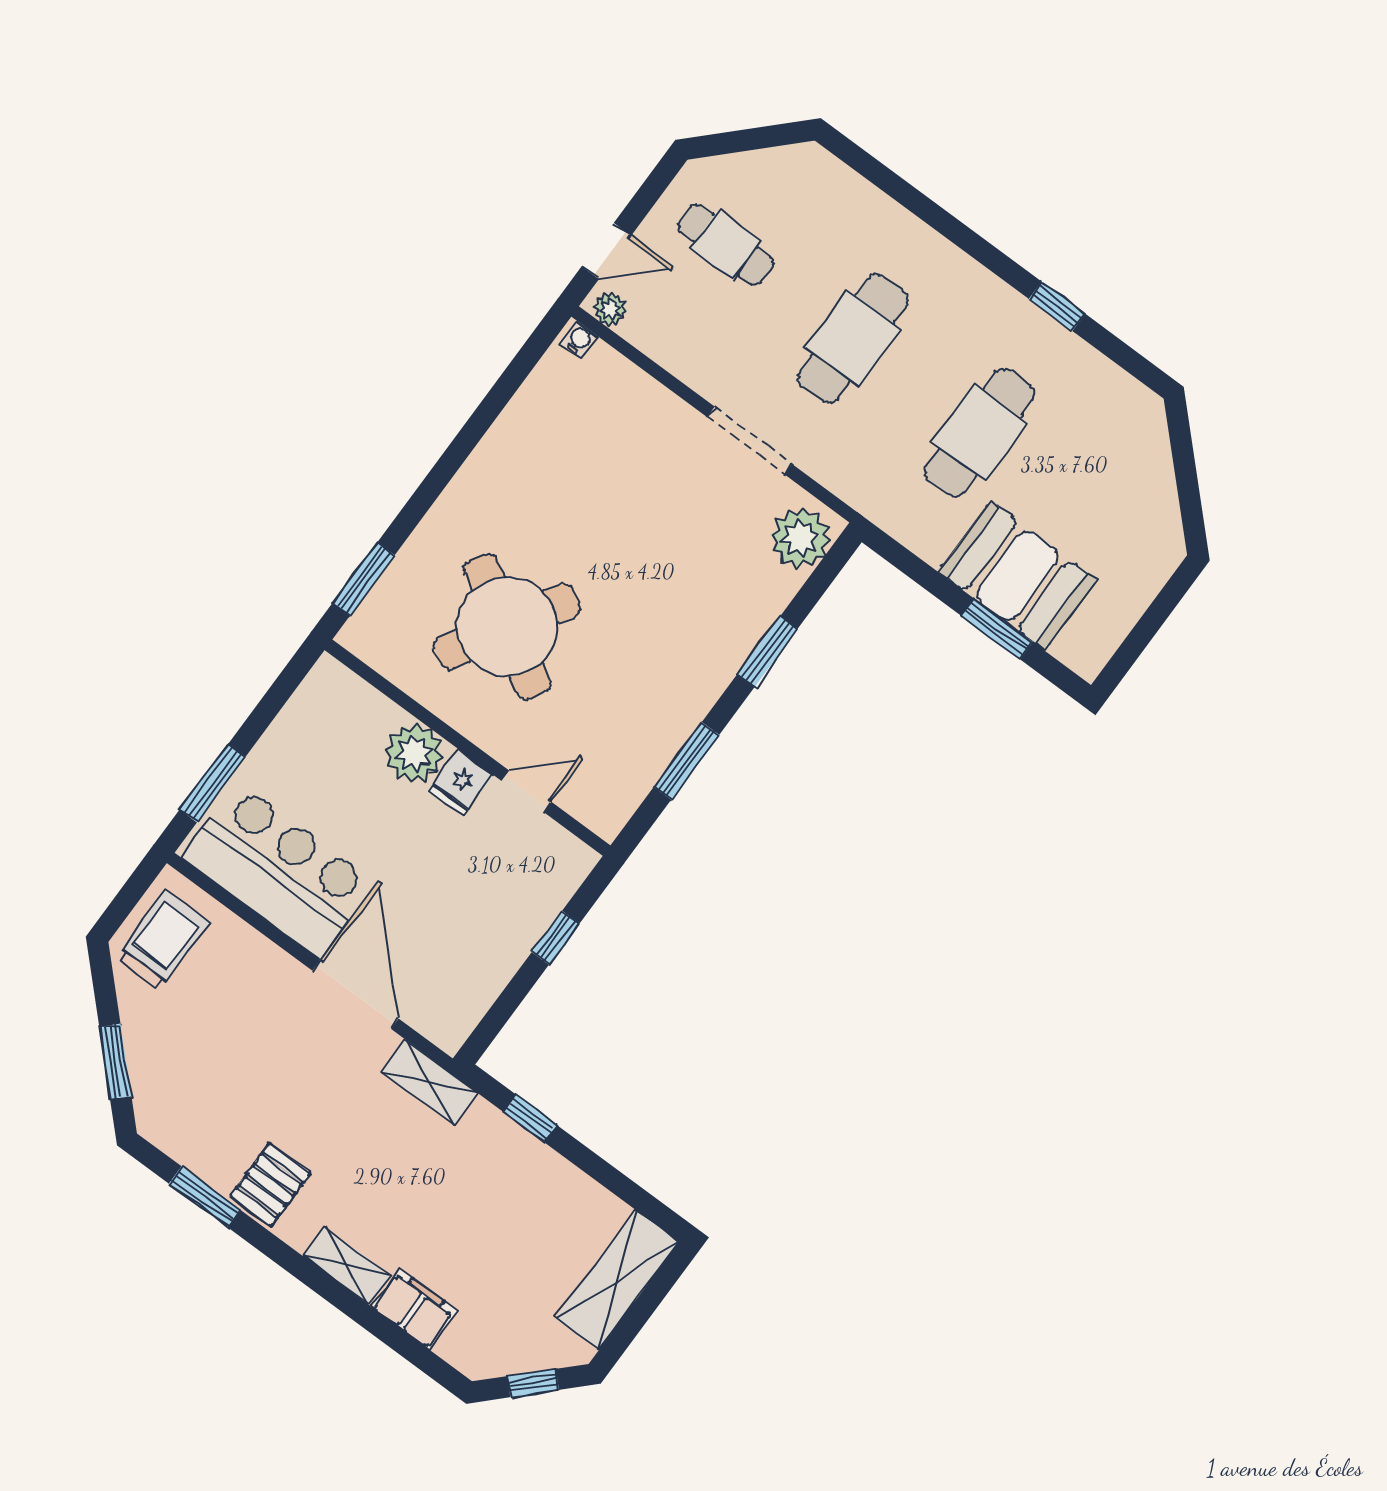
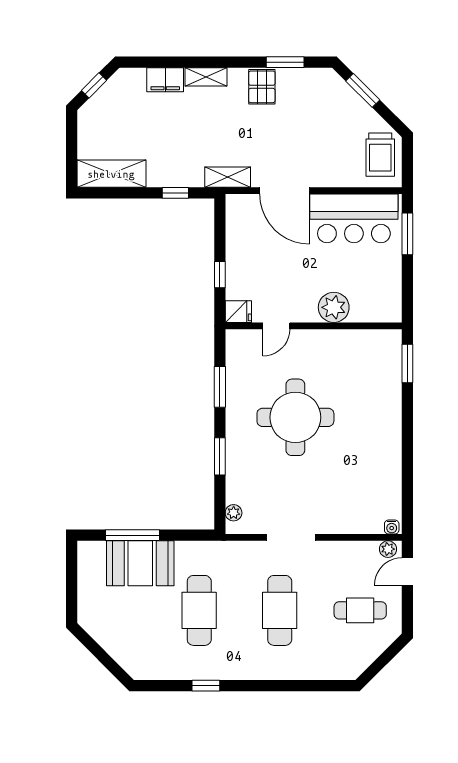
plant: (800, 538) -> (234, 513), width x0.53, depth x0.53
round table: (507, 626) -> (295, 417), moved, turned -30
window: (997, 629) -> (133, 535), width x1.44
fridge: (461, 783) -> (238, 312), moved, turned 90
shelving: (617, 1280) -> (111, 174), moved, turned 90

